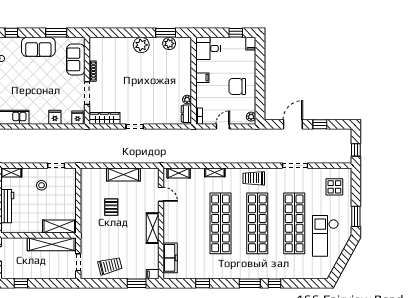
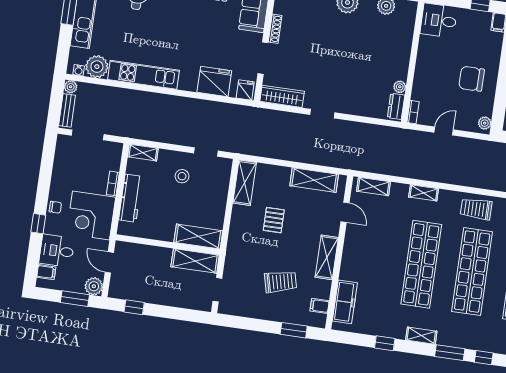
filing cabinet: (202, 78) -> (425, 60), removed
fridge: (55, 117) -> (214, 82), width x1.88, depth x1.34
shelving: (123, 174) -> (314, 180), moved
shelving: (87, 184) -> (245, 183), added
shelving: (52, 244) -> (195, 261), width x0.68
trolley: (110, 266) -> (281, 282), moved
filing cabinet: (153, 274) -> (320, 306), moved
shelving: (228, 274) -> (421, 336), added

